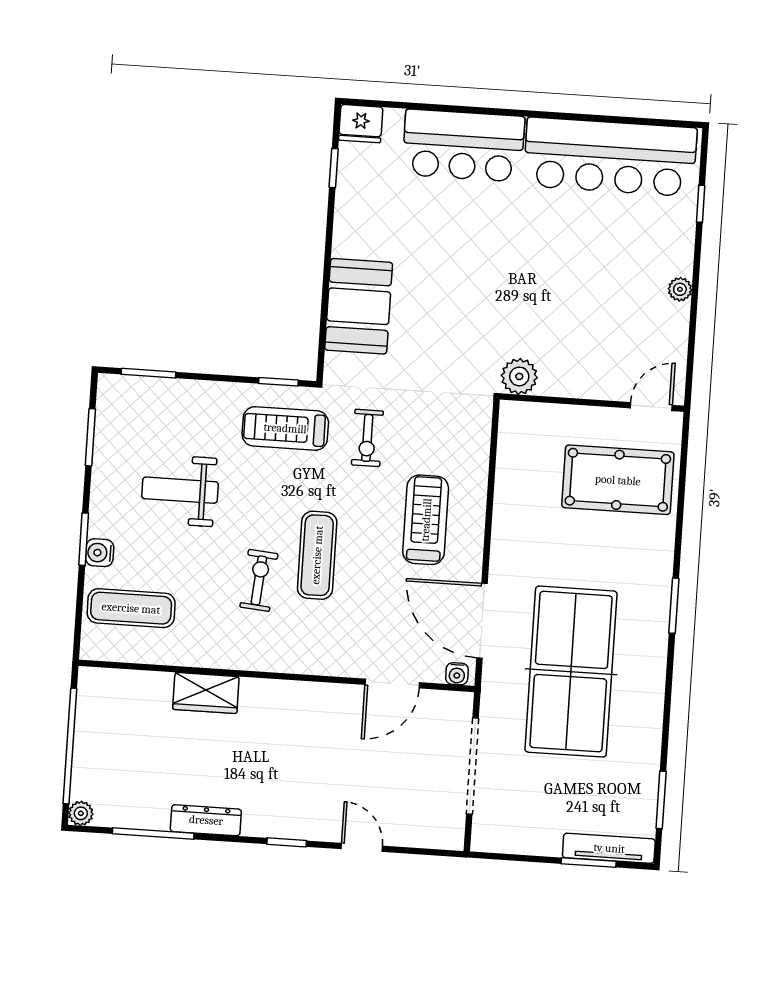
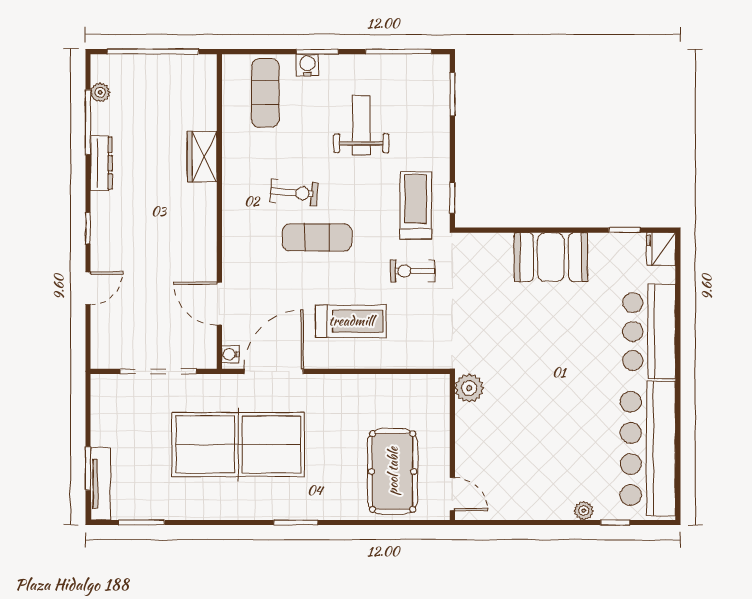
plant: (680, 289) -> (584, 511), moved
booth: (359, 306) -> (551, 257), moved
window: (90, 437) -> (398, 52), width x1.44
plant: (81, 813) -> (100, 92), moved

